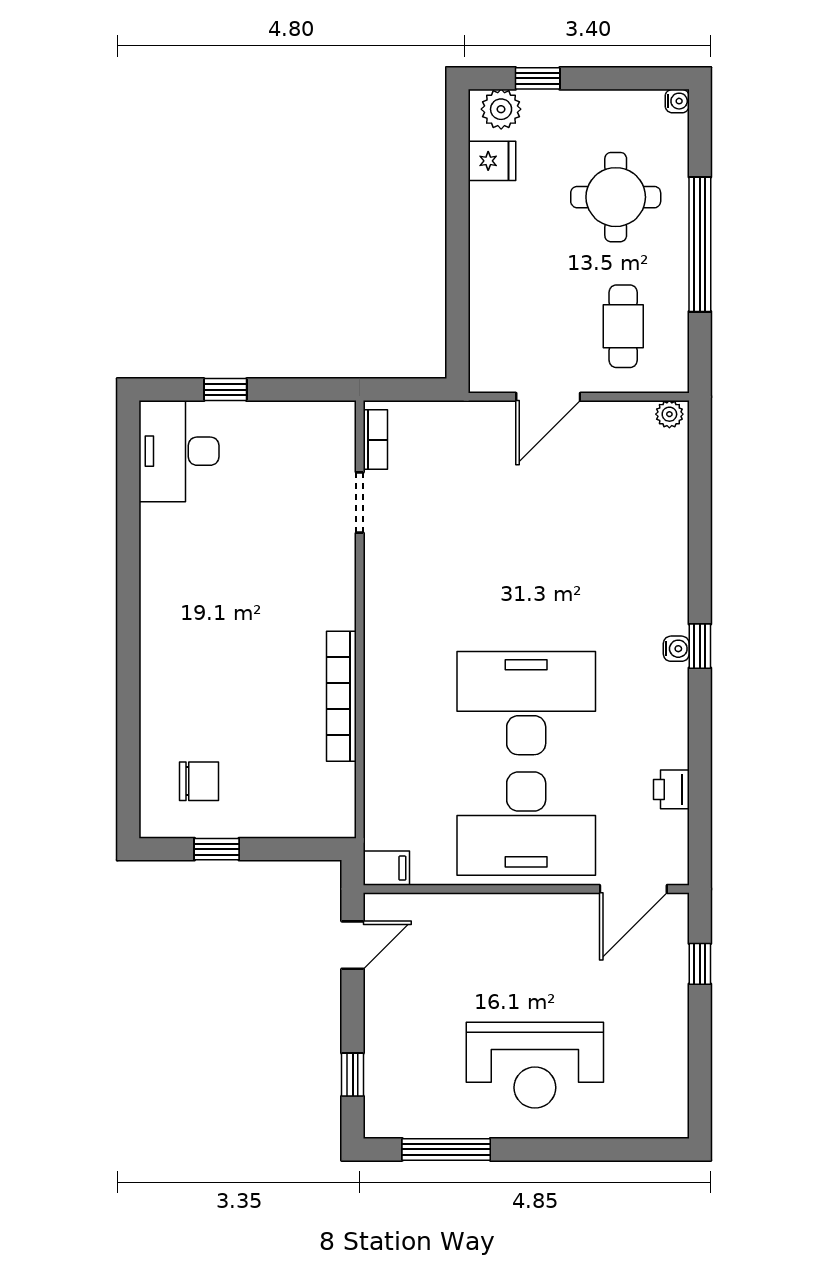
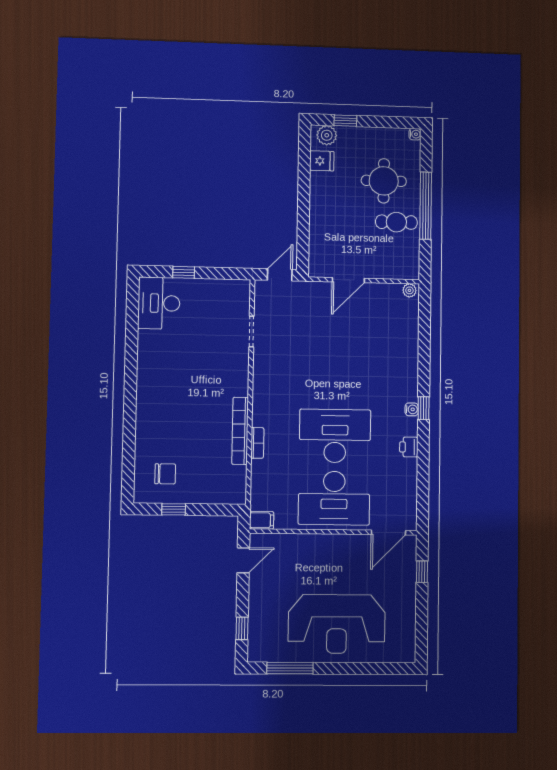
cafe table: (623, 326) -> (396, 222), moved, turned 90
door: (413, 390) -> (280, 275), added
bookcase: (375, 440) -> (257, 443), moved
printer: (671, 789) -> (409, 447), moved
reception desk: (535, 1065) -> (337, 624), width x1.36, depth x1.30

